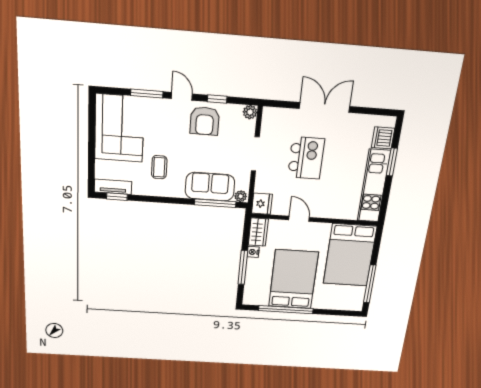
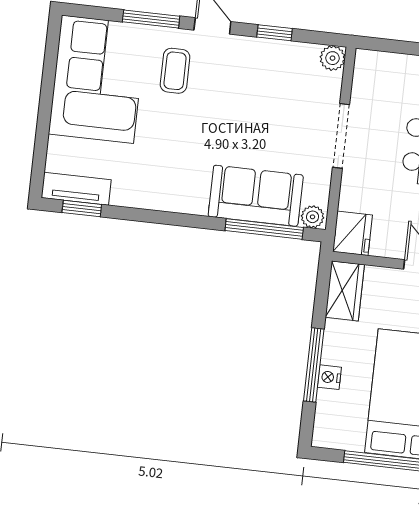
armchair: (205, 121) -> (251, 71), removed
coffee table: (159, 167) -> (175, 71), moved
nightstand: (253, 252) -> (329, 377), moved

